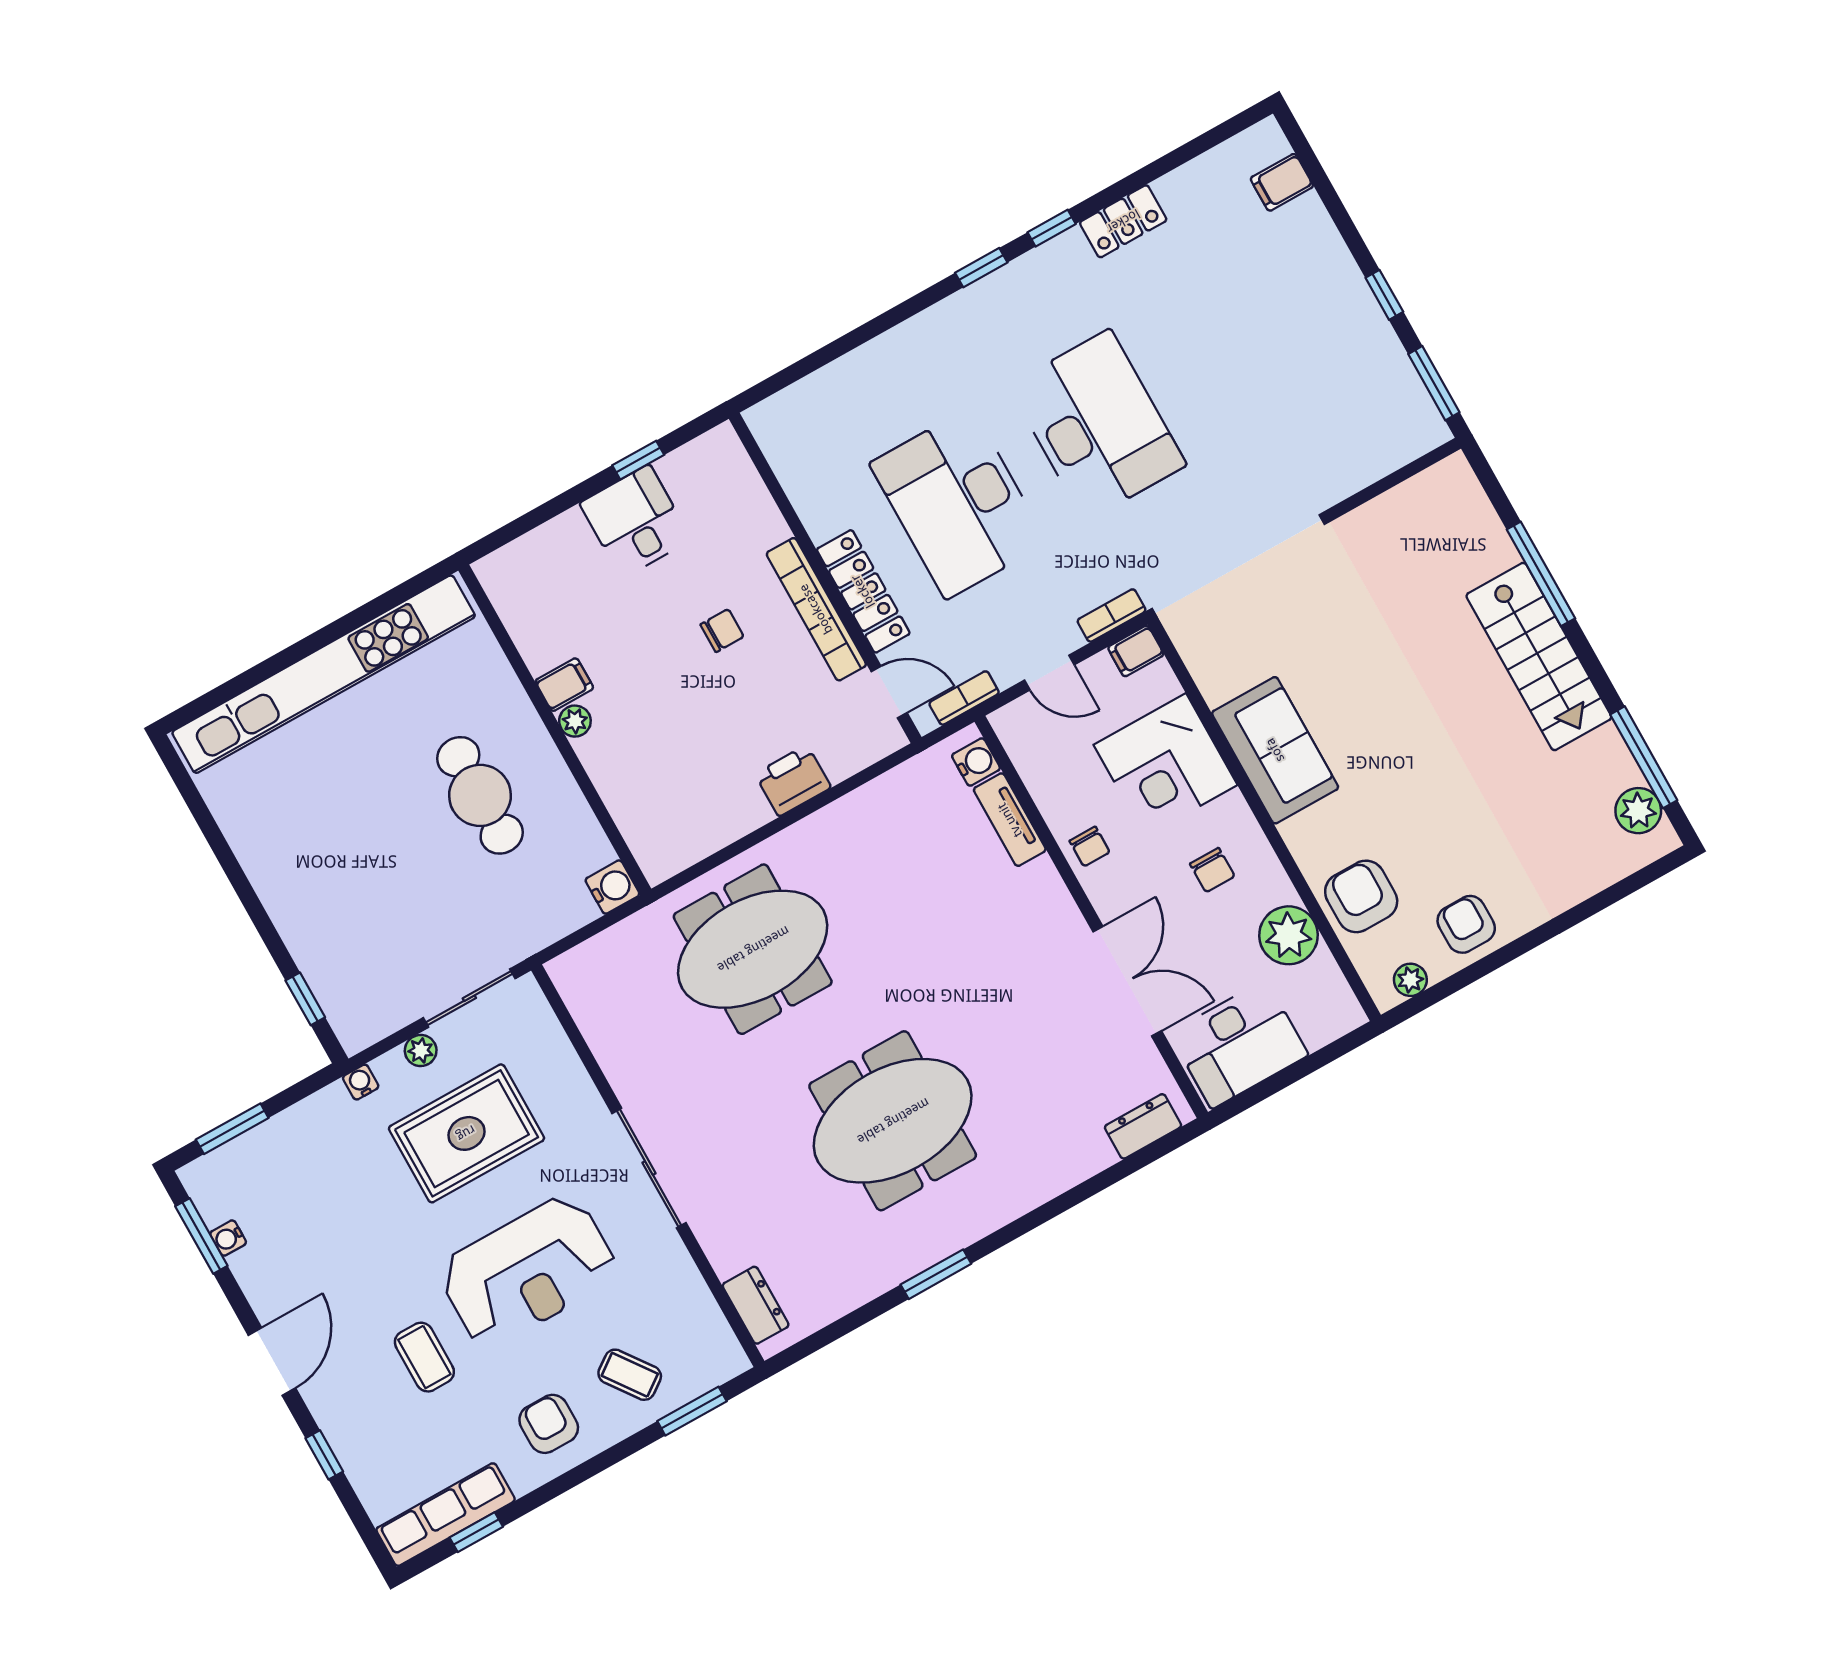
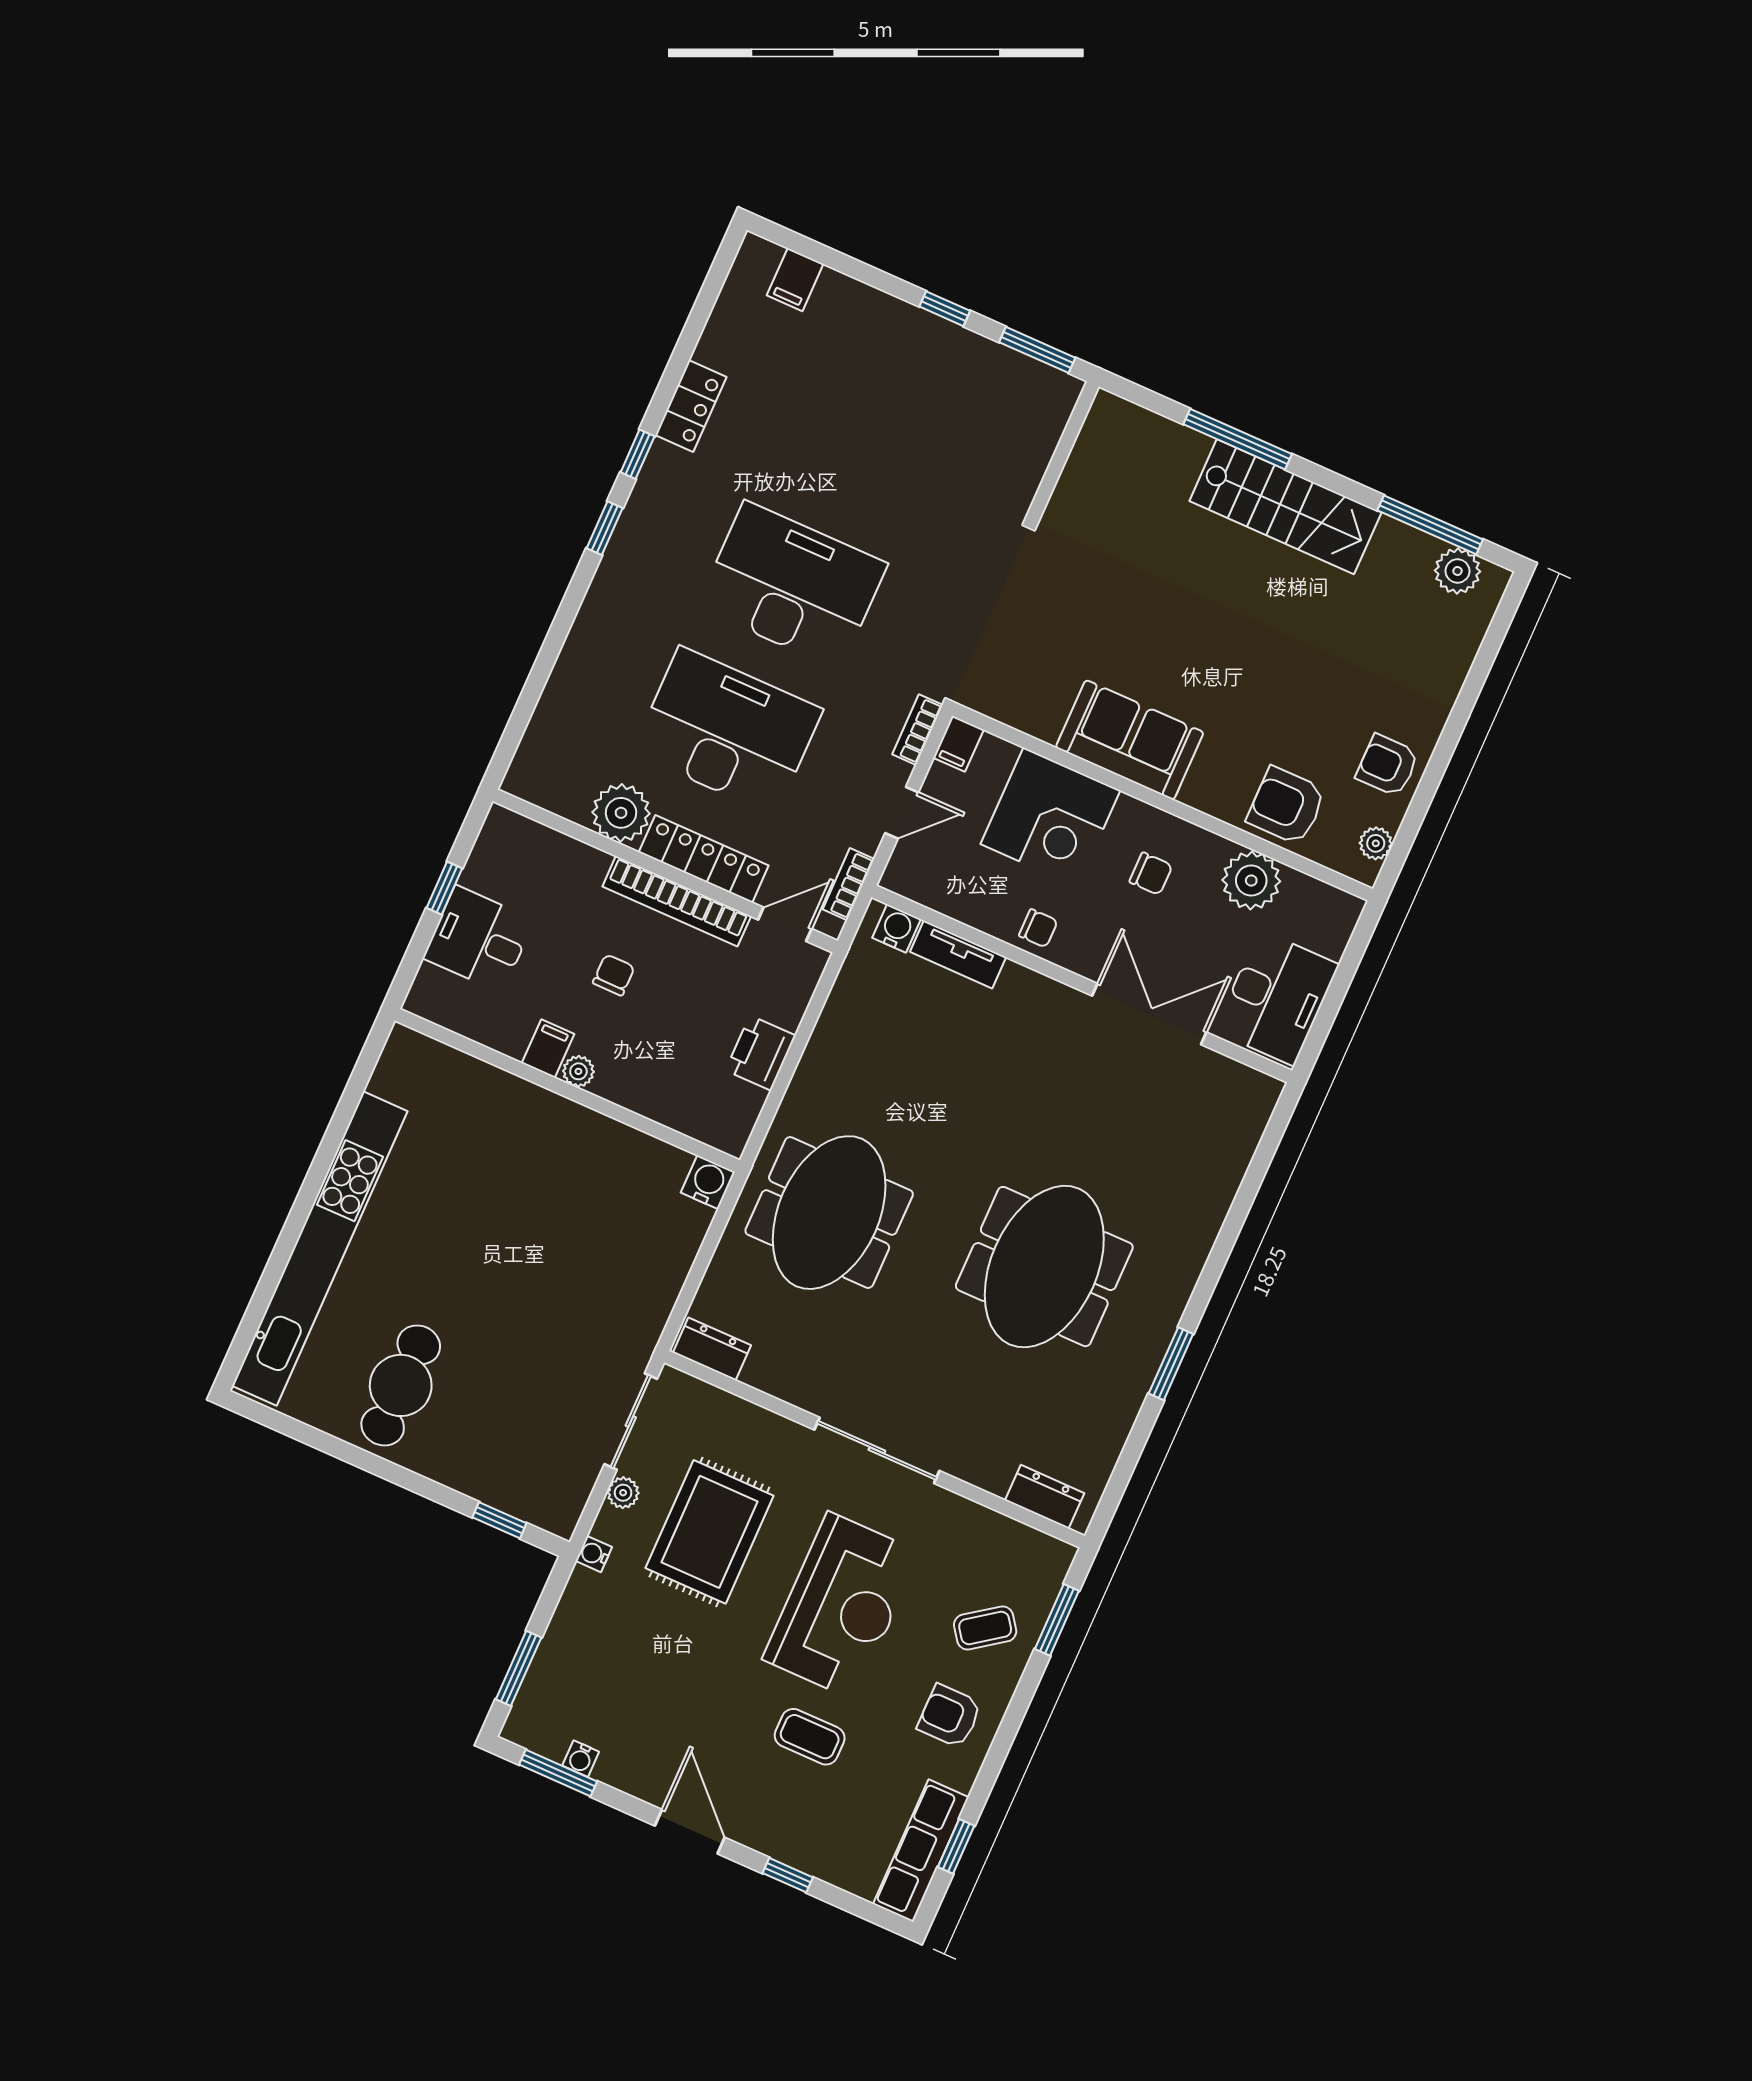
desk: (959, 503) -> (727, 731), turned 180
plant: (825, 505) -> (621, 813), added
filing cabinet: (564, 685) -> (548, 1048), moved
plant: (575, 721) -> (578, 1071), moved
wall: (555, 730) -> (567, 1090), moved
cafe table: (480, 795) -> (401, 1385), moved, turned 90
water cooler: (612, 887) -> (708, 1182), moved
dresser: (1143, 1126) -> (712, 1349), moved, turned 90

